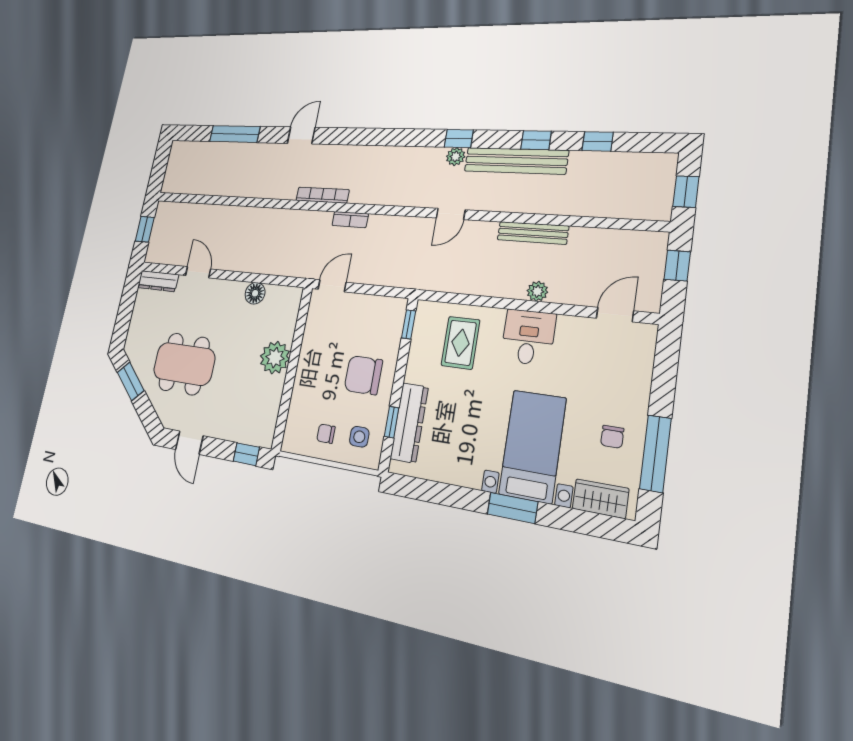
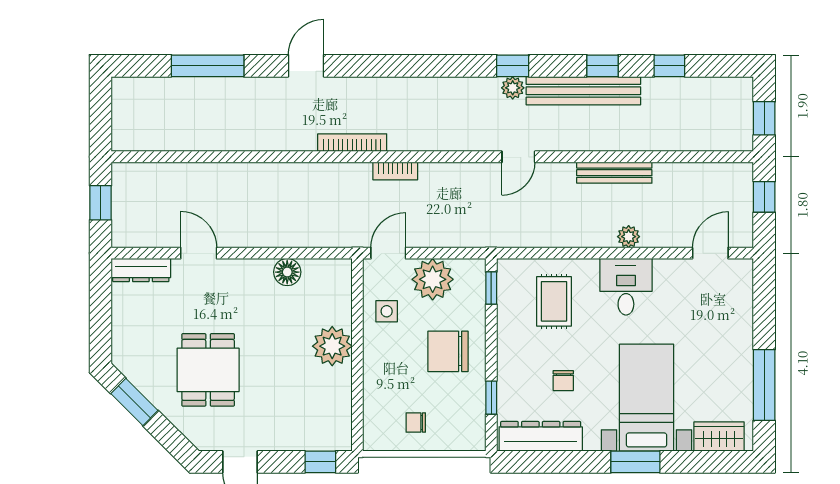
plant: (362, 311) -> (433, 279), added
dining table: (184, 364) -> (208, 370), width x0.73
dresser: (409, 423) -> (541, 436), moved, turned -90
side table: (359, 437) -> (387, 311), moved
chair: (612, 437) -> (563, 381), moved

